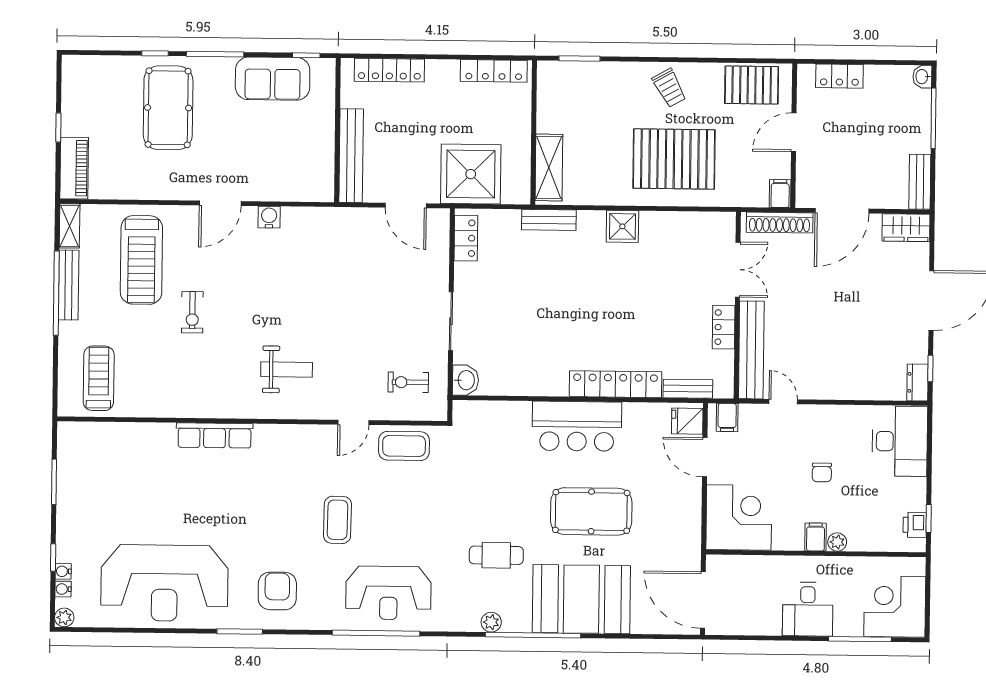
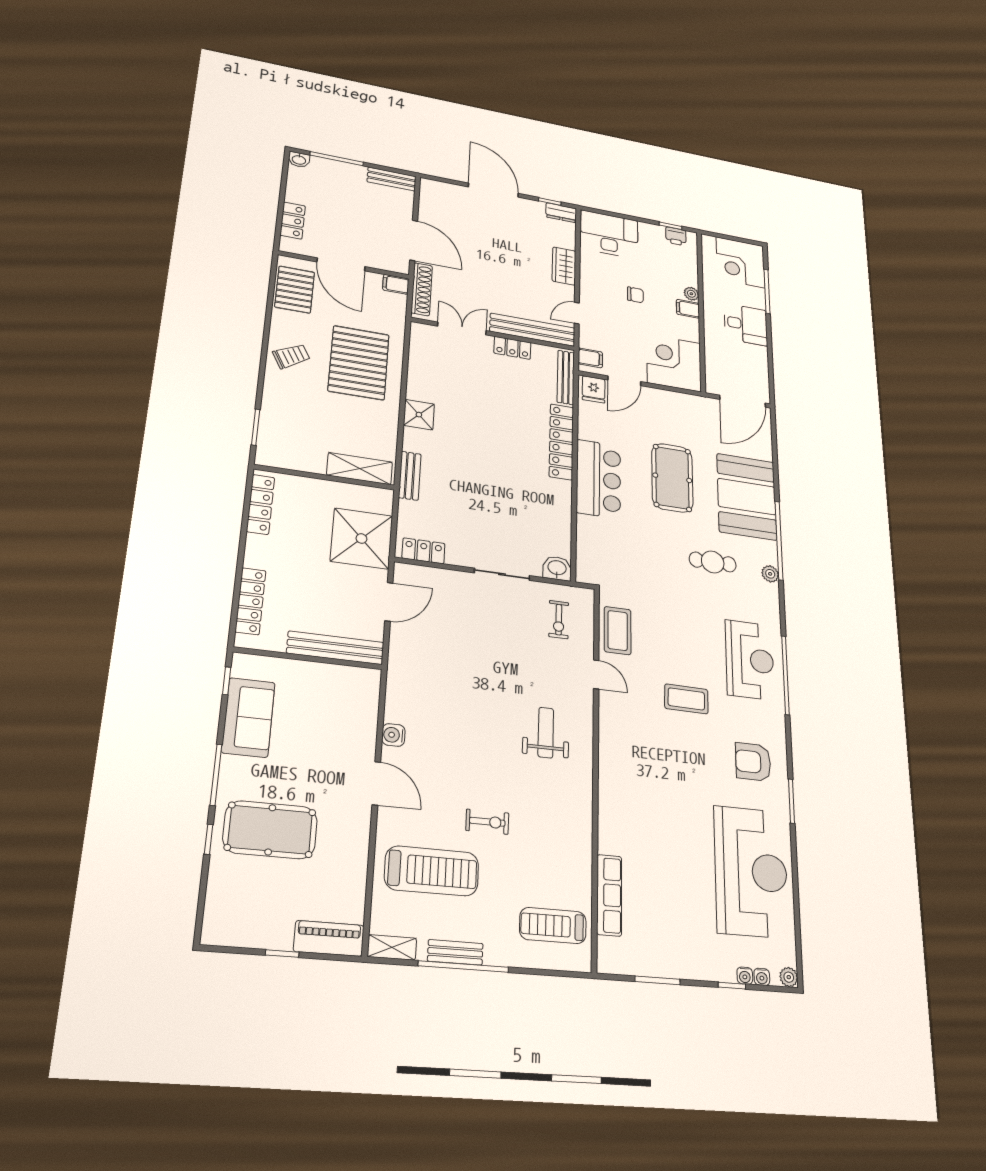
door: (794, 132) -> (341, 264), width x1.36
wardrobe: (906, 228) -> (564, 266), moved, turned 180
bench: (69, 285) -> (455, 952), width x0.73
bench: (688, 389) -> (566, 377), width x1.36
row of seats: (215, 435) -> (609, 895), moved
cafe table: (496, 555) -> (713, 562), turned 90

